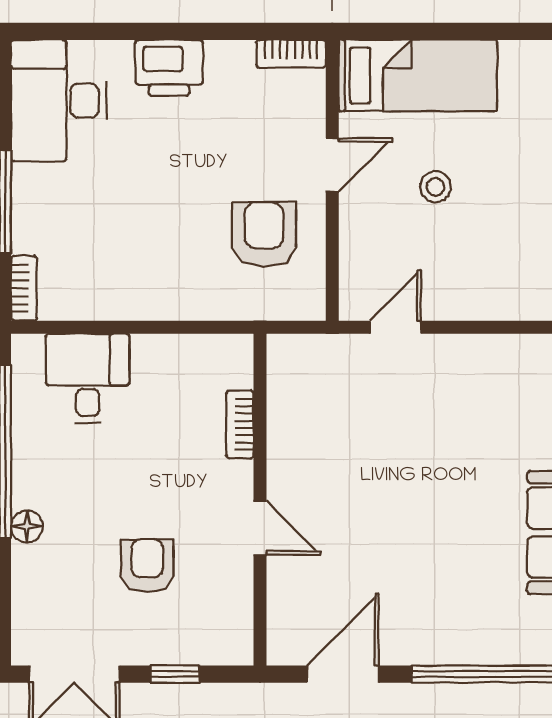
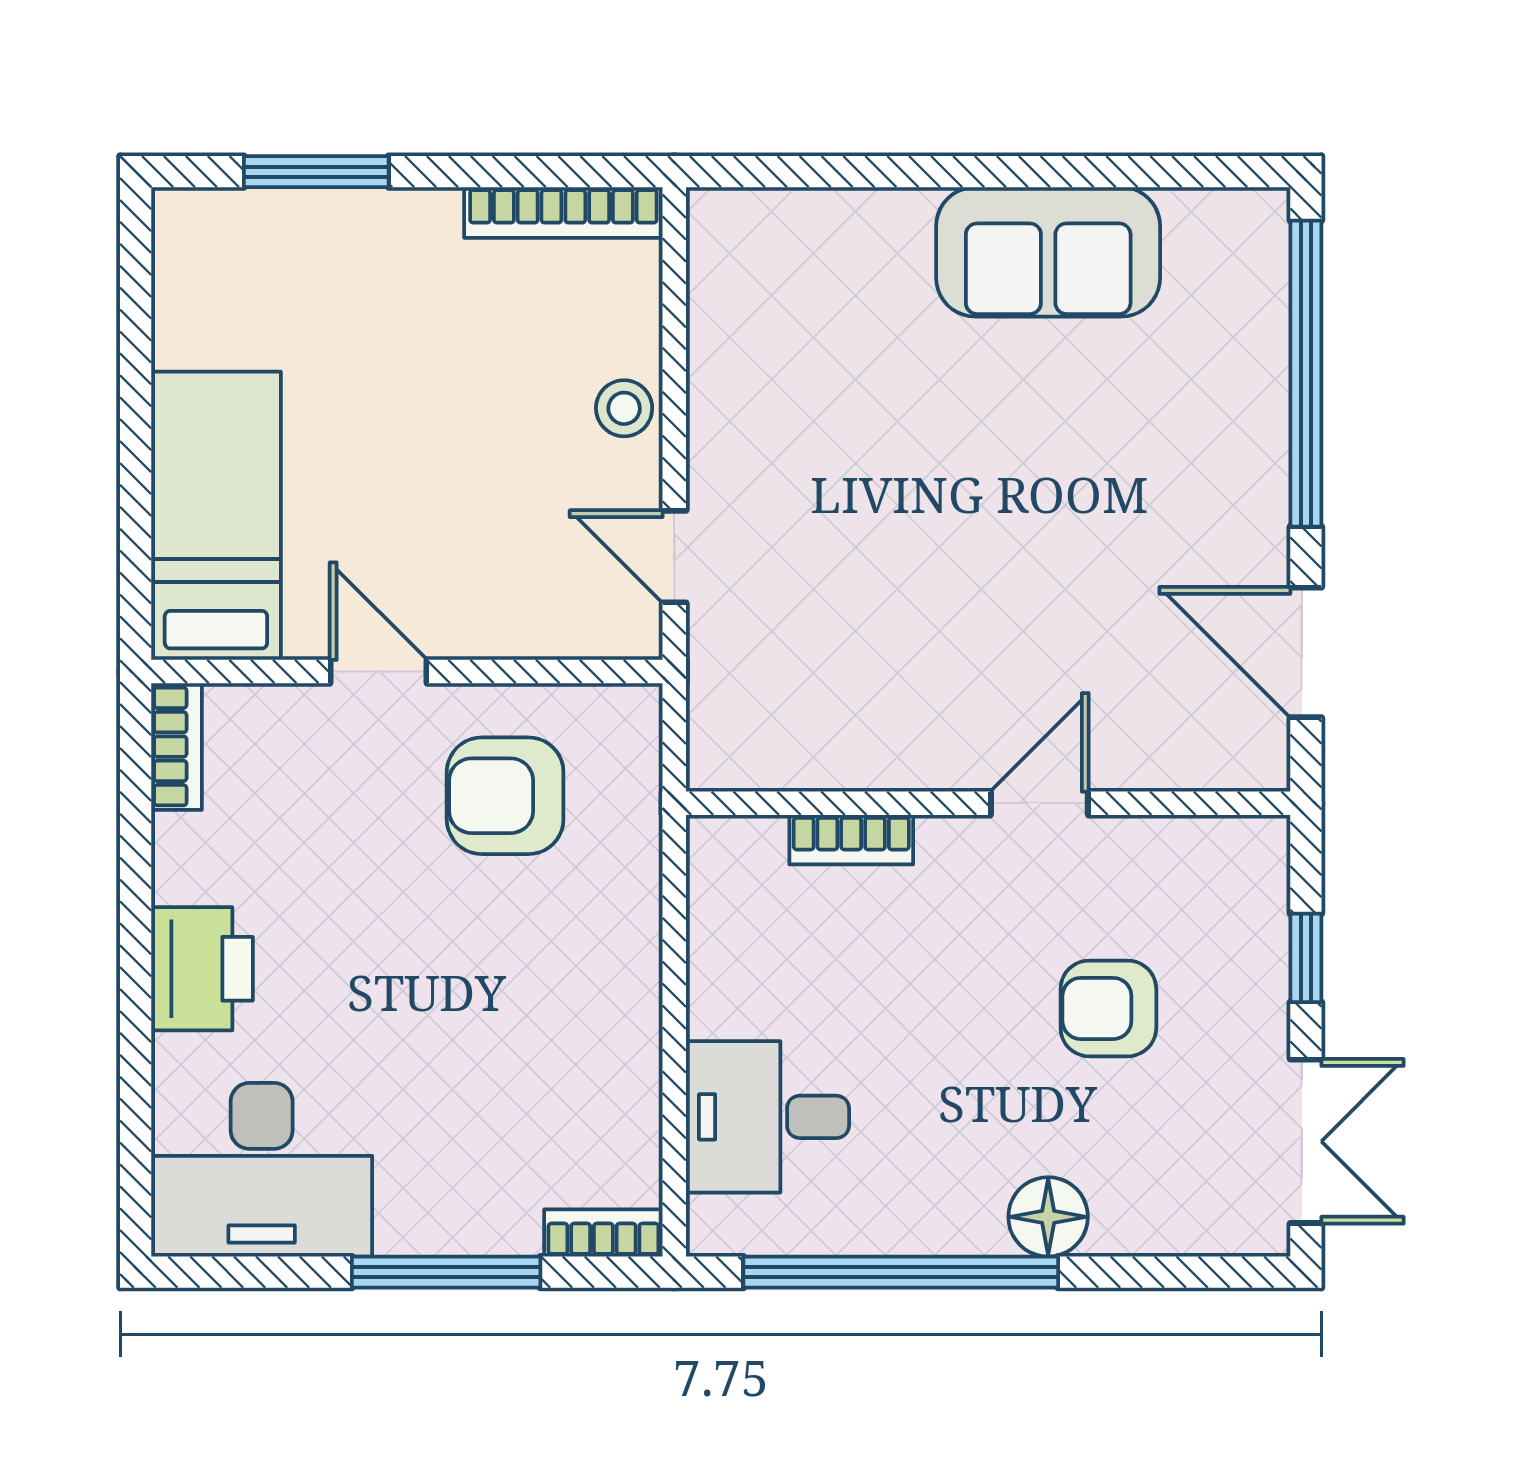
stool: (435, 187) -> (624, 408), moved
floor lamp: (27, 527) -> (1048, 1217), width x1.37, depth x1.37

